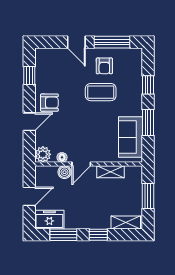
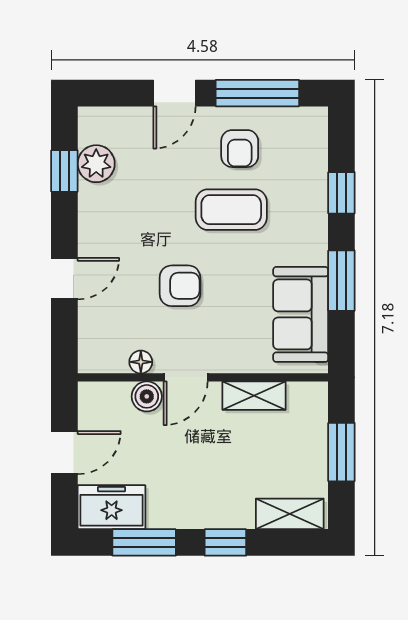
door: (76, 42) -> (174, 93), hinge flipped
armchair: (49, 103) -> (180, 286), moved
plant: (43, 154) -> (96, 164), moved

